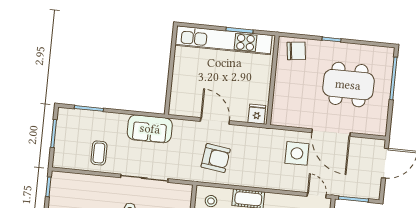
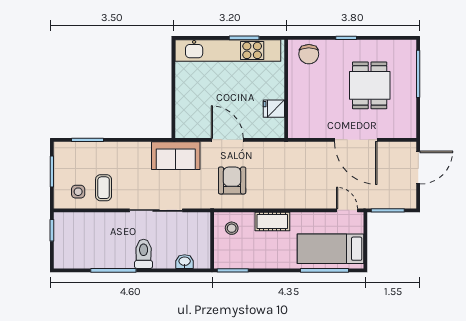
chair: (296, 51) -> (309, 54), turned 97
dining table: (348, 85) -> (370, 85), width x0.73
fridge: (257, 114) -> (274, 109), moved, turned -90
sofa: (150, 129) -> (176, 156), moved
side table: (297, 153) -> (78, 192), moved, width x0.54, depth x0.54
armchair: (216, 158) -> (232, 180), turned -98

